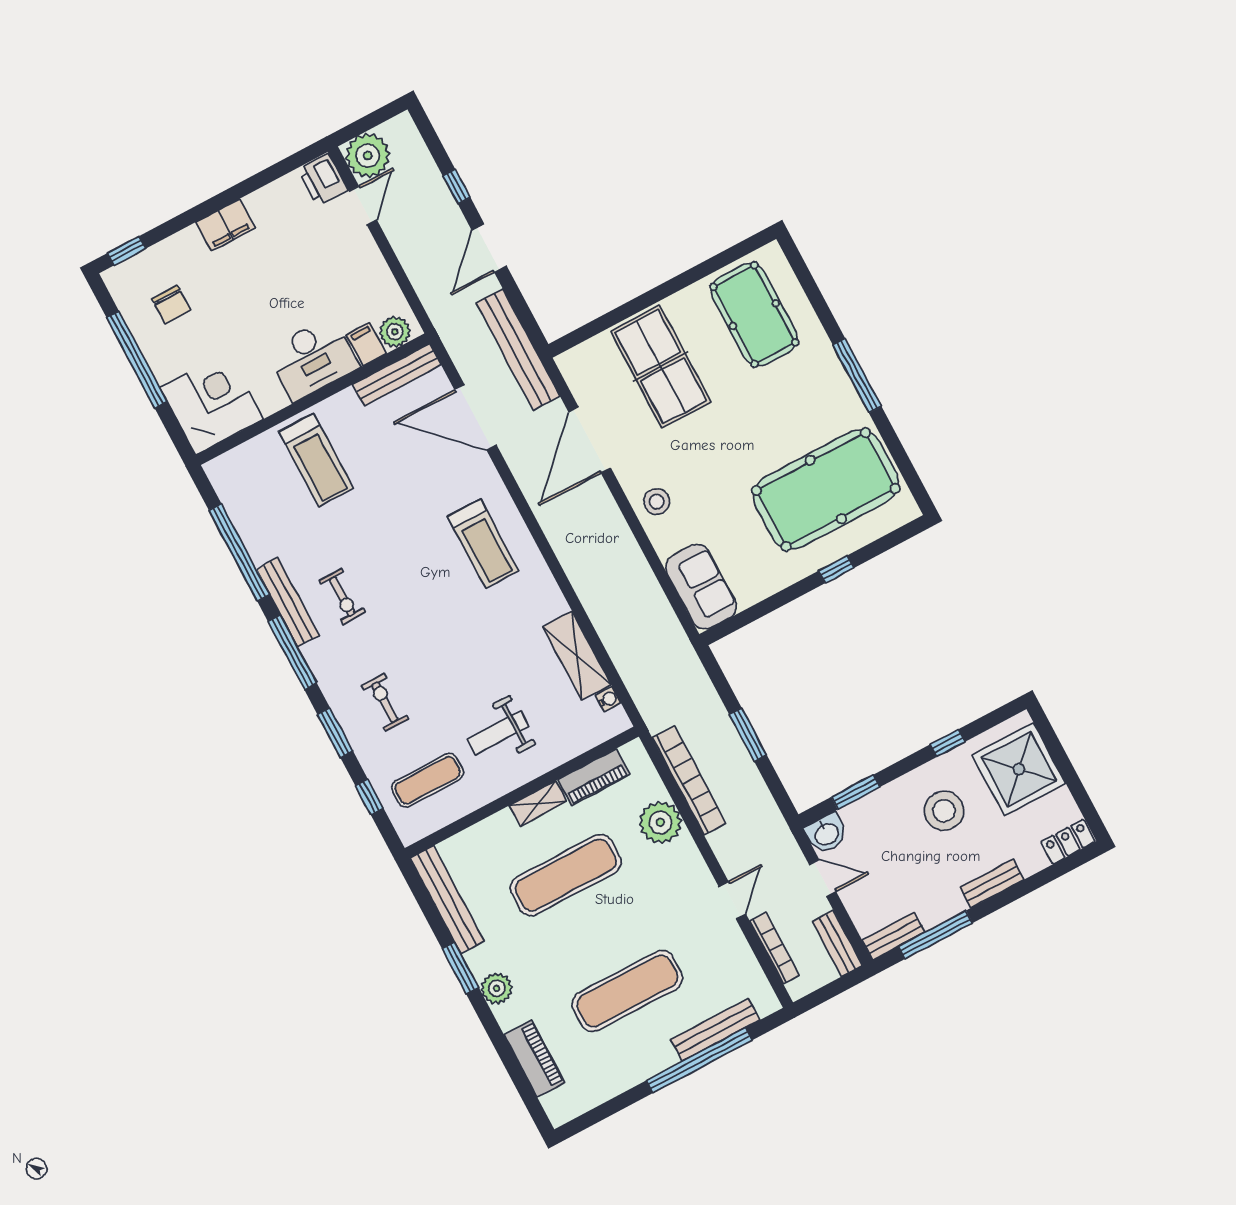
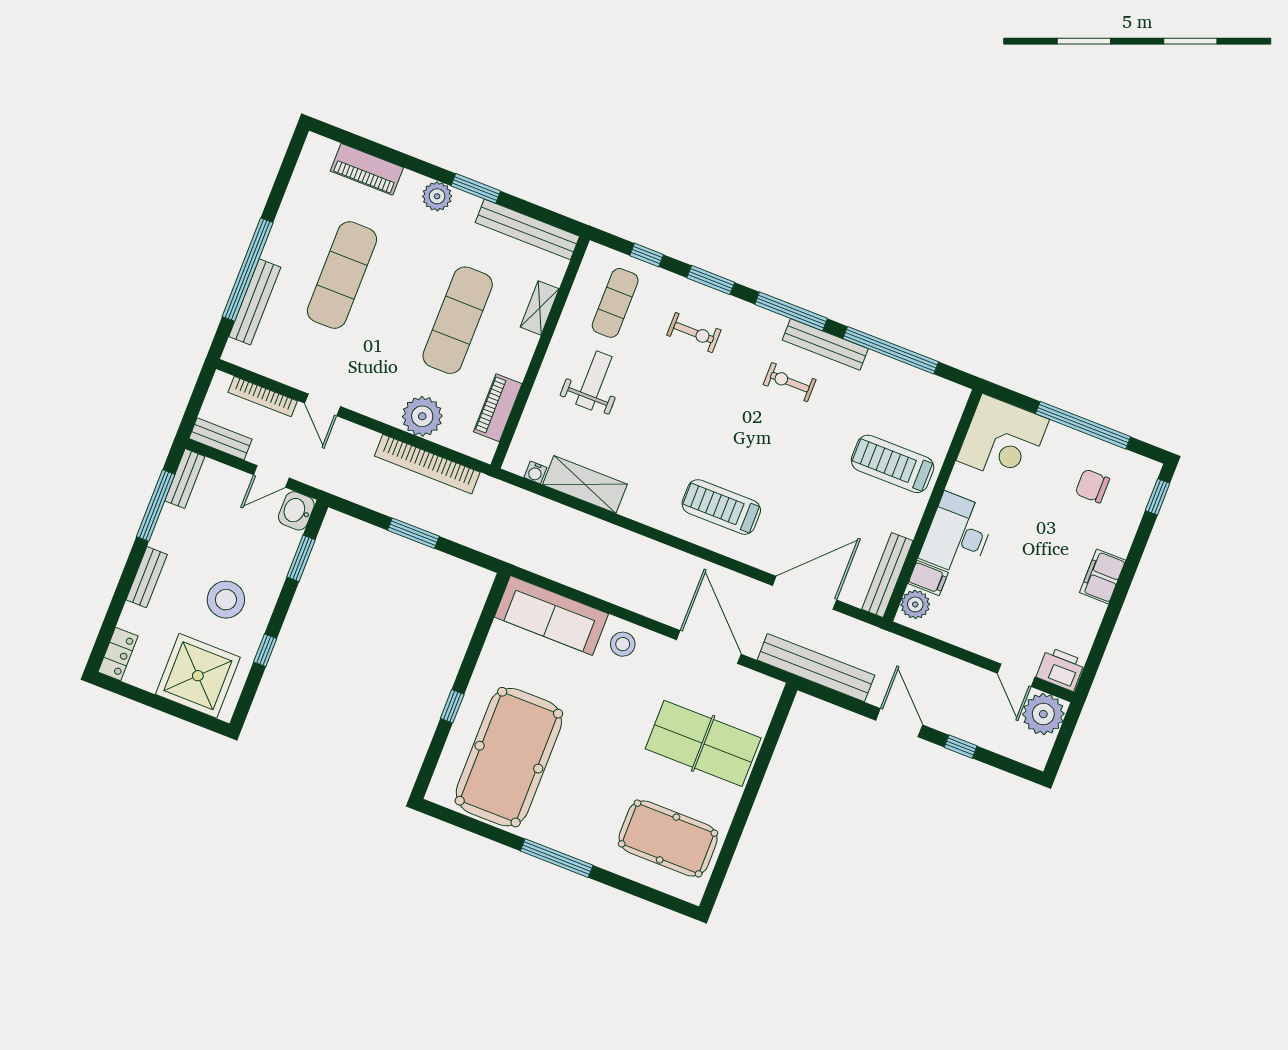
sofa: (701, 587) -> (551, 615), width x1.36
shelving: (538, 804) -> (540, 308), moved

